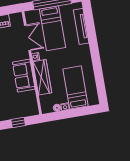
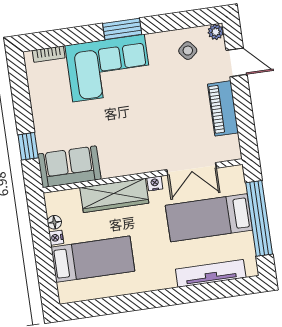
sofa: (24, 76) -> (69, 167), moved

